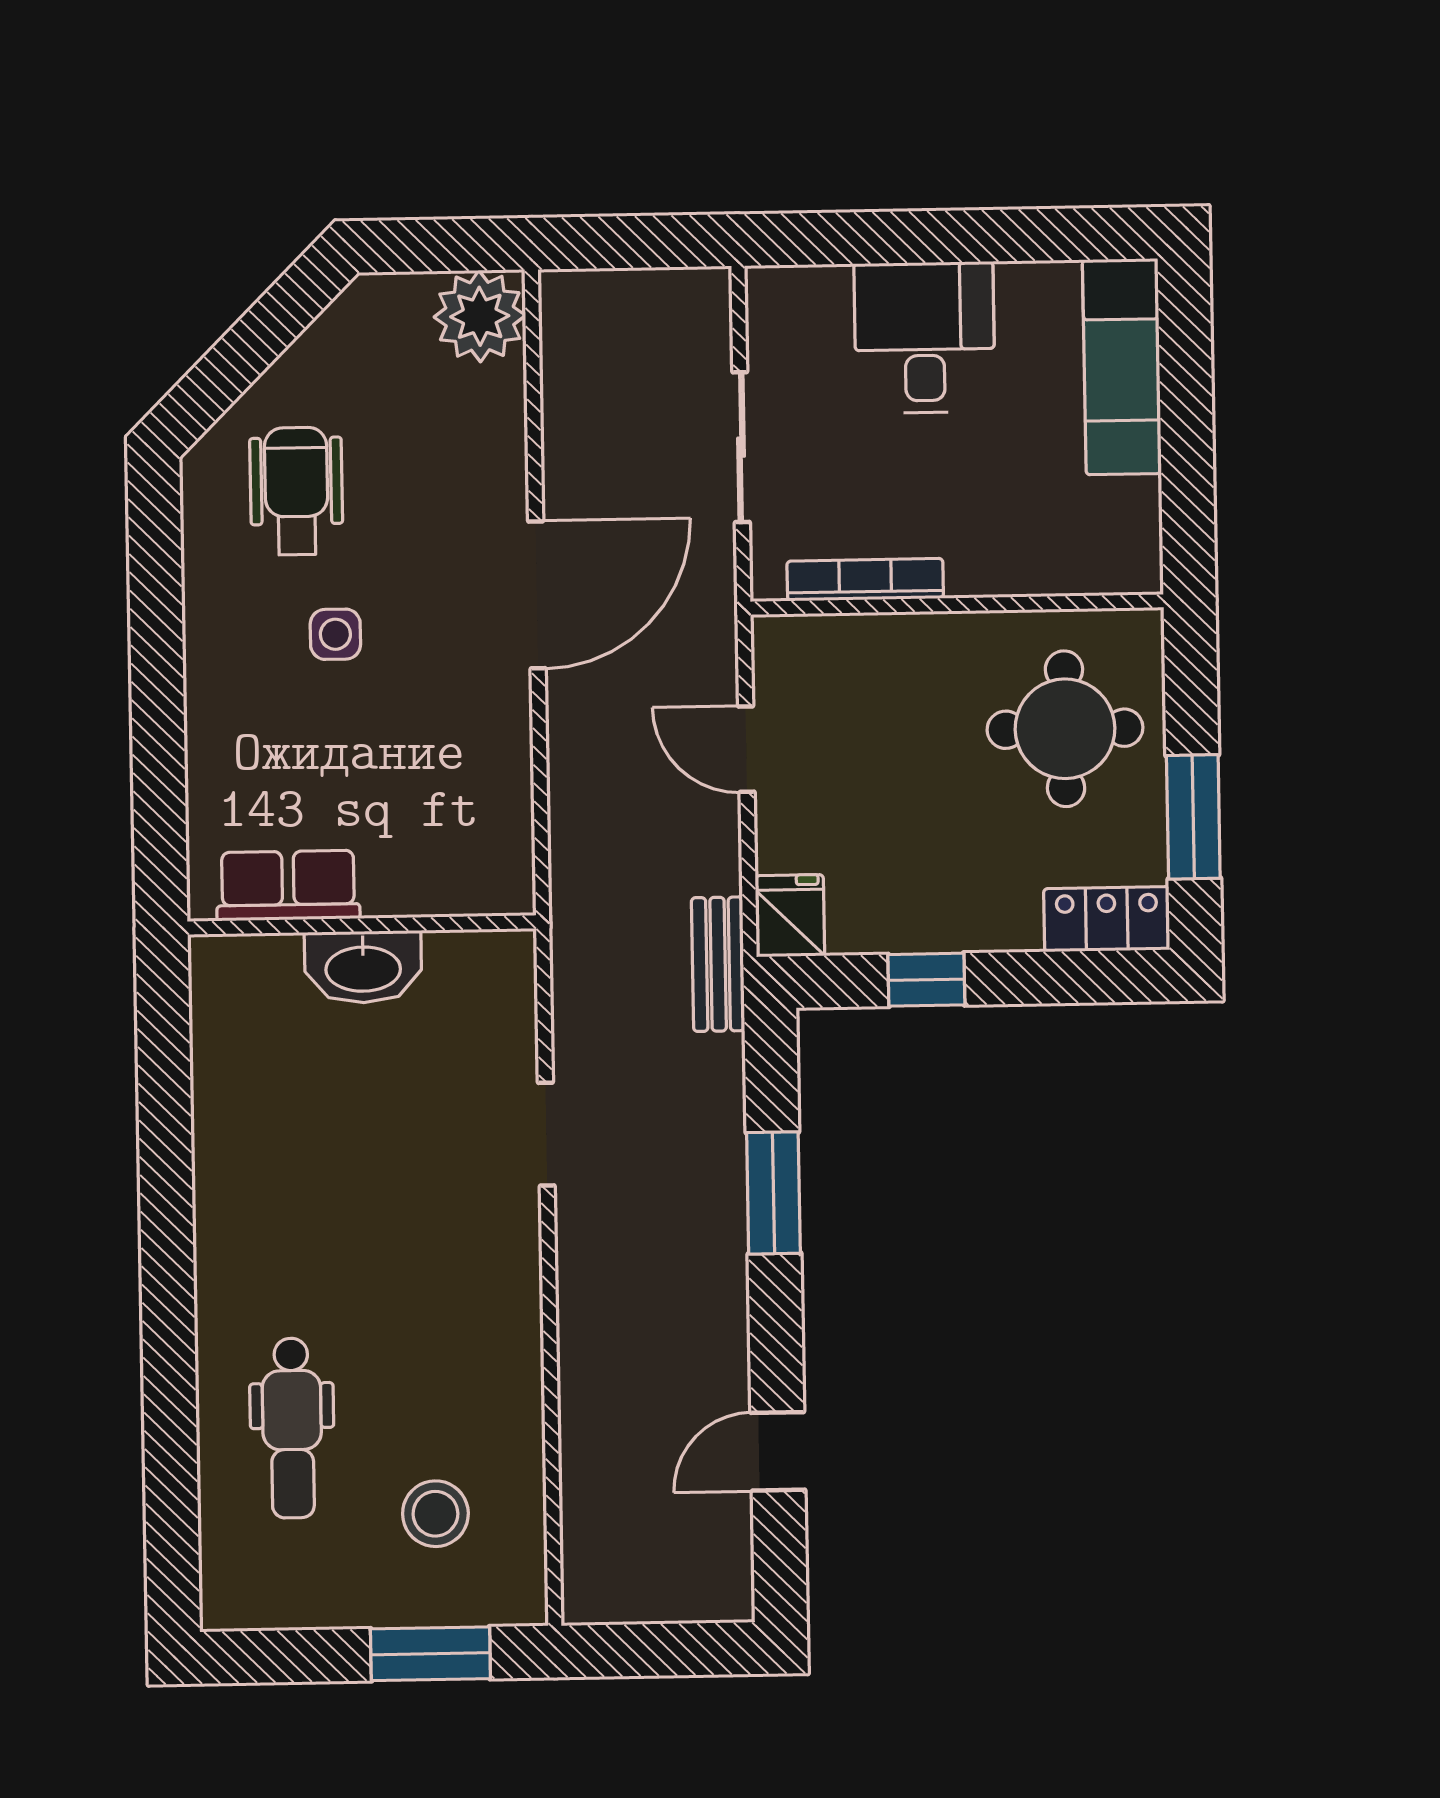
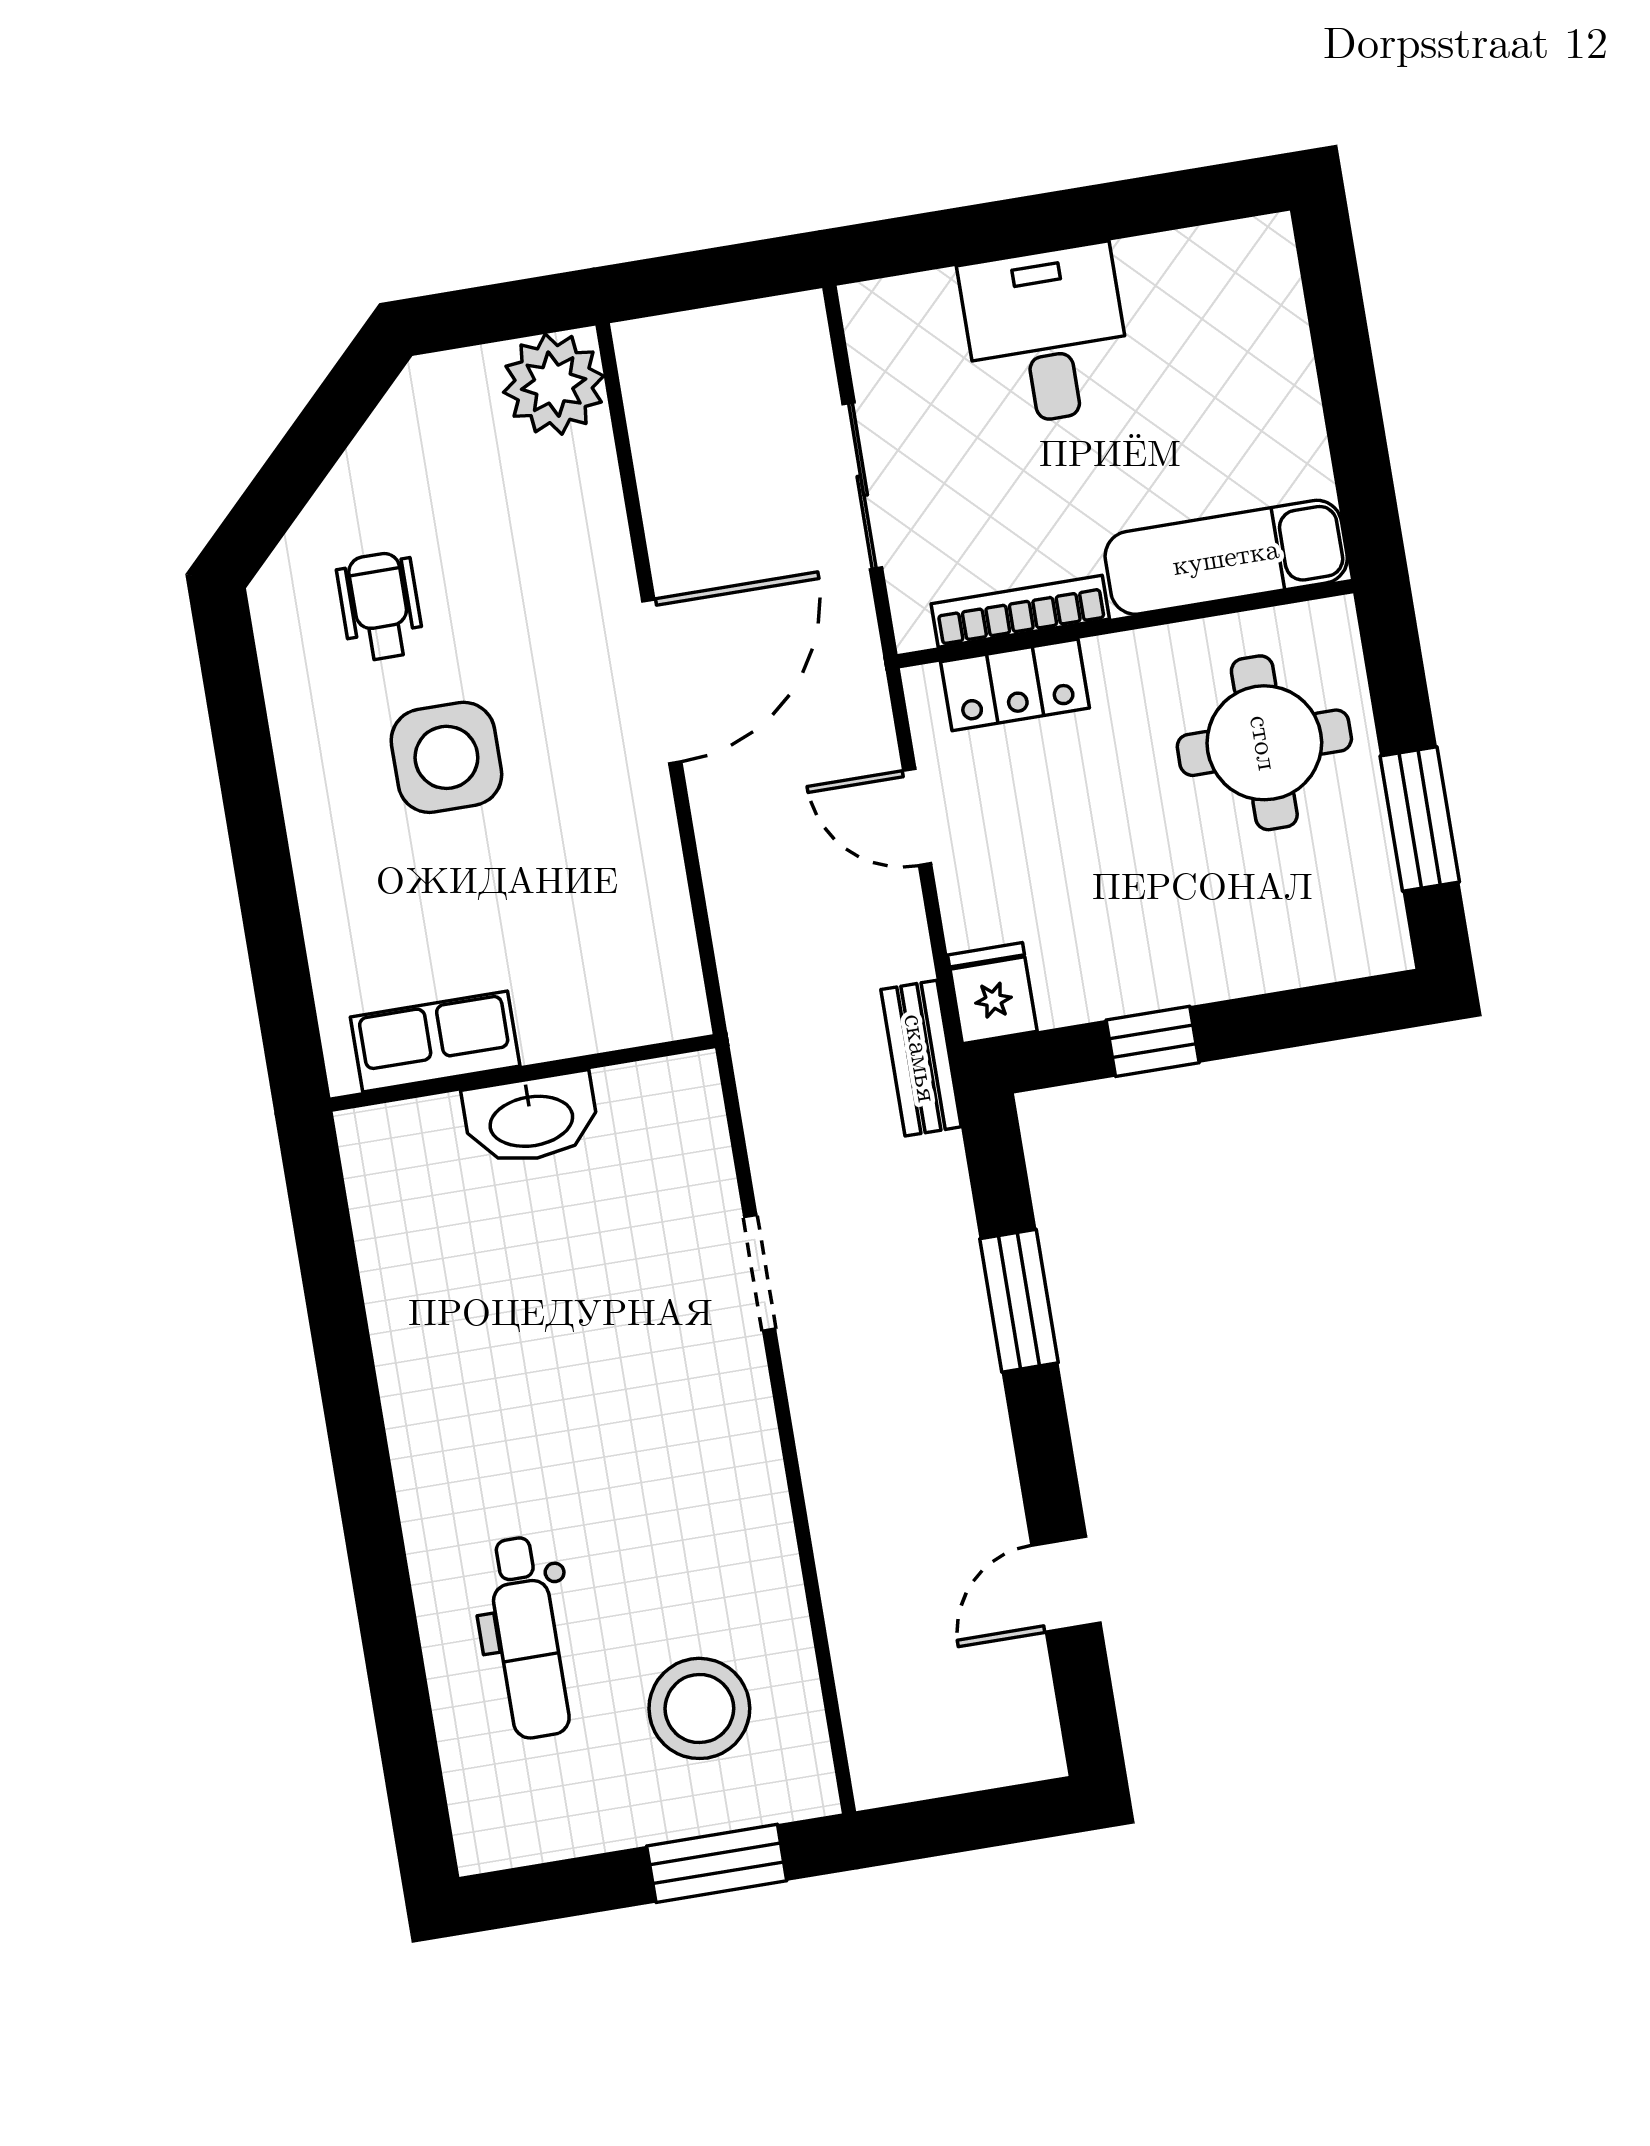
exam couch: (1122, 367) -> (1226, 557), moved, turned 90
wheelchair: (296, 491) -> (380, 606), width x0.73, depth x0.73
side table: (335, 634) -> (446, 757), width x1.87, depth x1.87
locker: (1107, 919) -> (1015, 685), moved, turned 180
stool: (435, 1514) -> (699, 1708), width x1.38, depth x1.38

